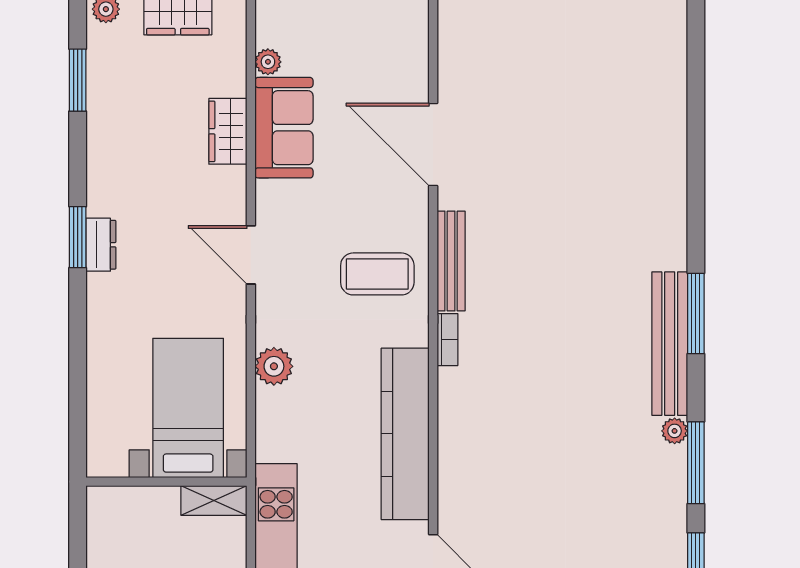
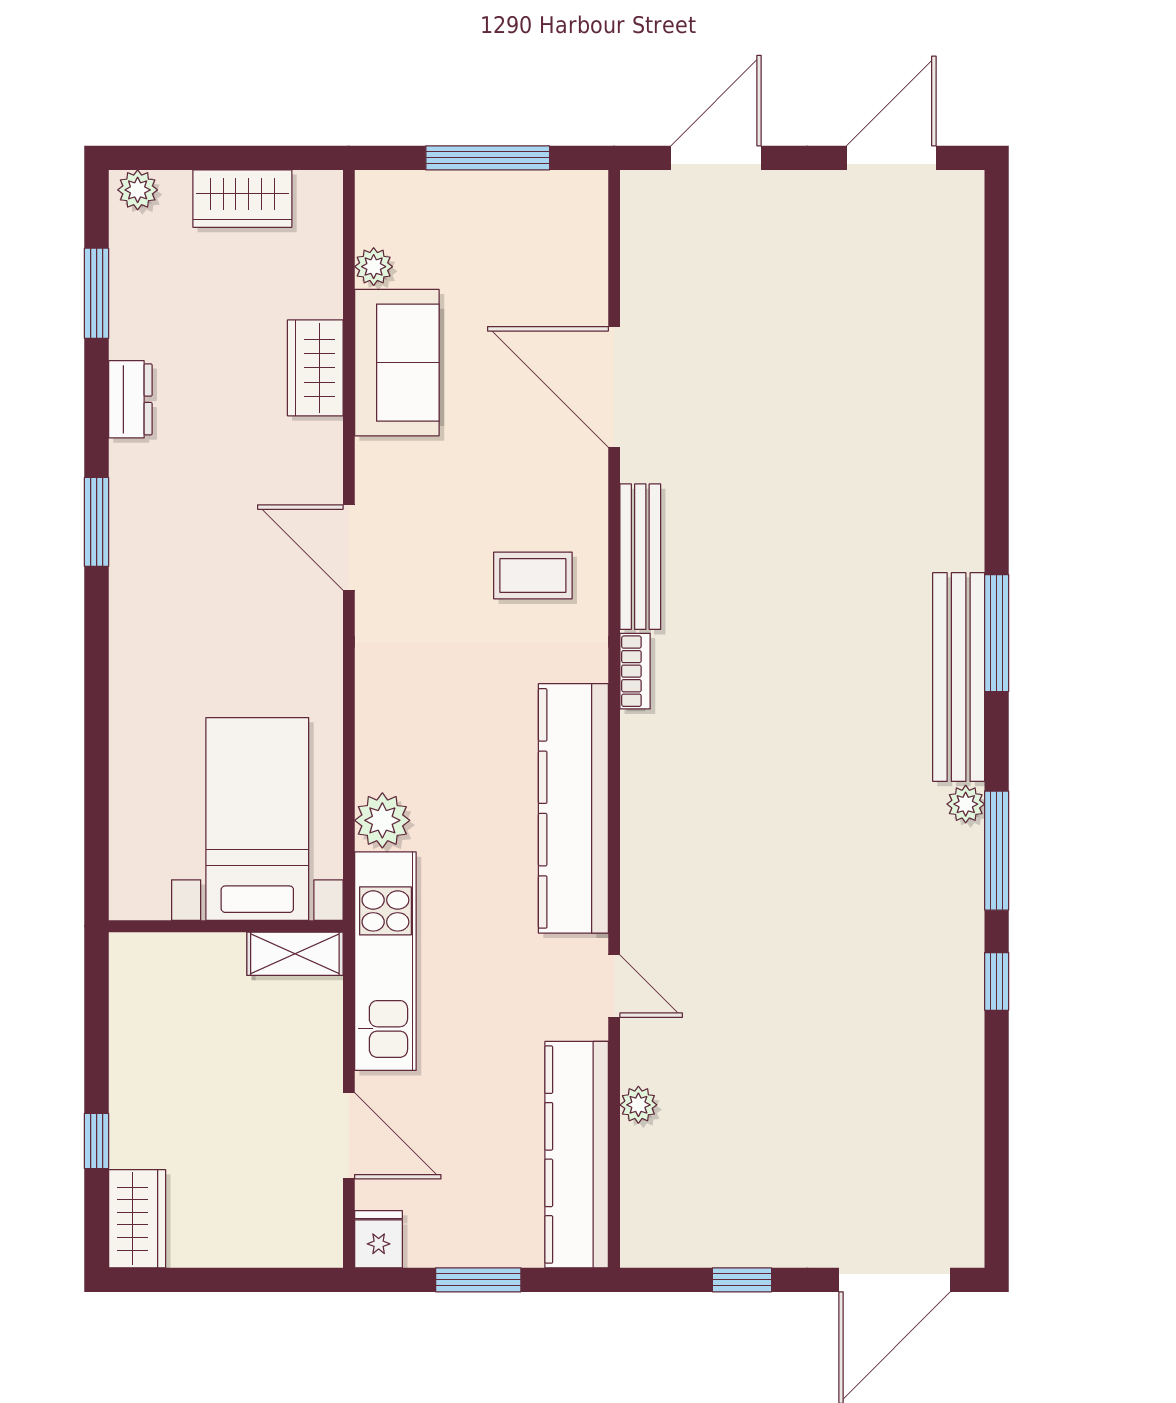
dresser: (101, 245) -> (130, 399), moved
coffee table: (377, 274) -> (533, 576), width x0.73, depth x0.77
plant: (274, 366) -> (382, 820), moved
bed with nightstands: (188, 408) -> (257, 819), moved
wall: (166, 482) -> (226, 926), moved
shelving: (214, 500) -> (295, 954), moved

